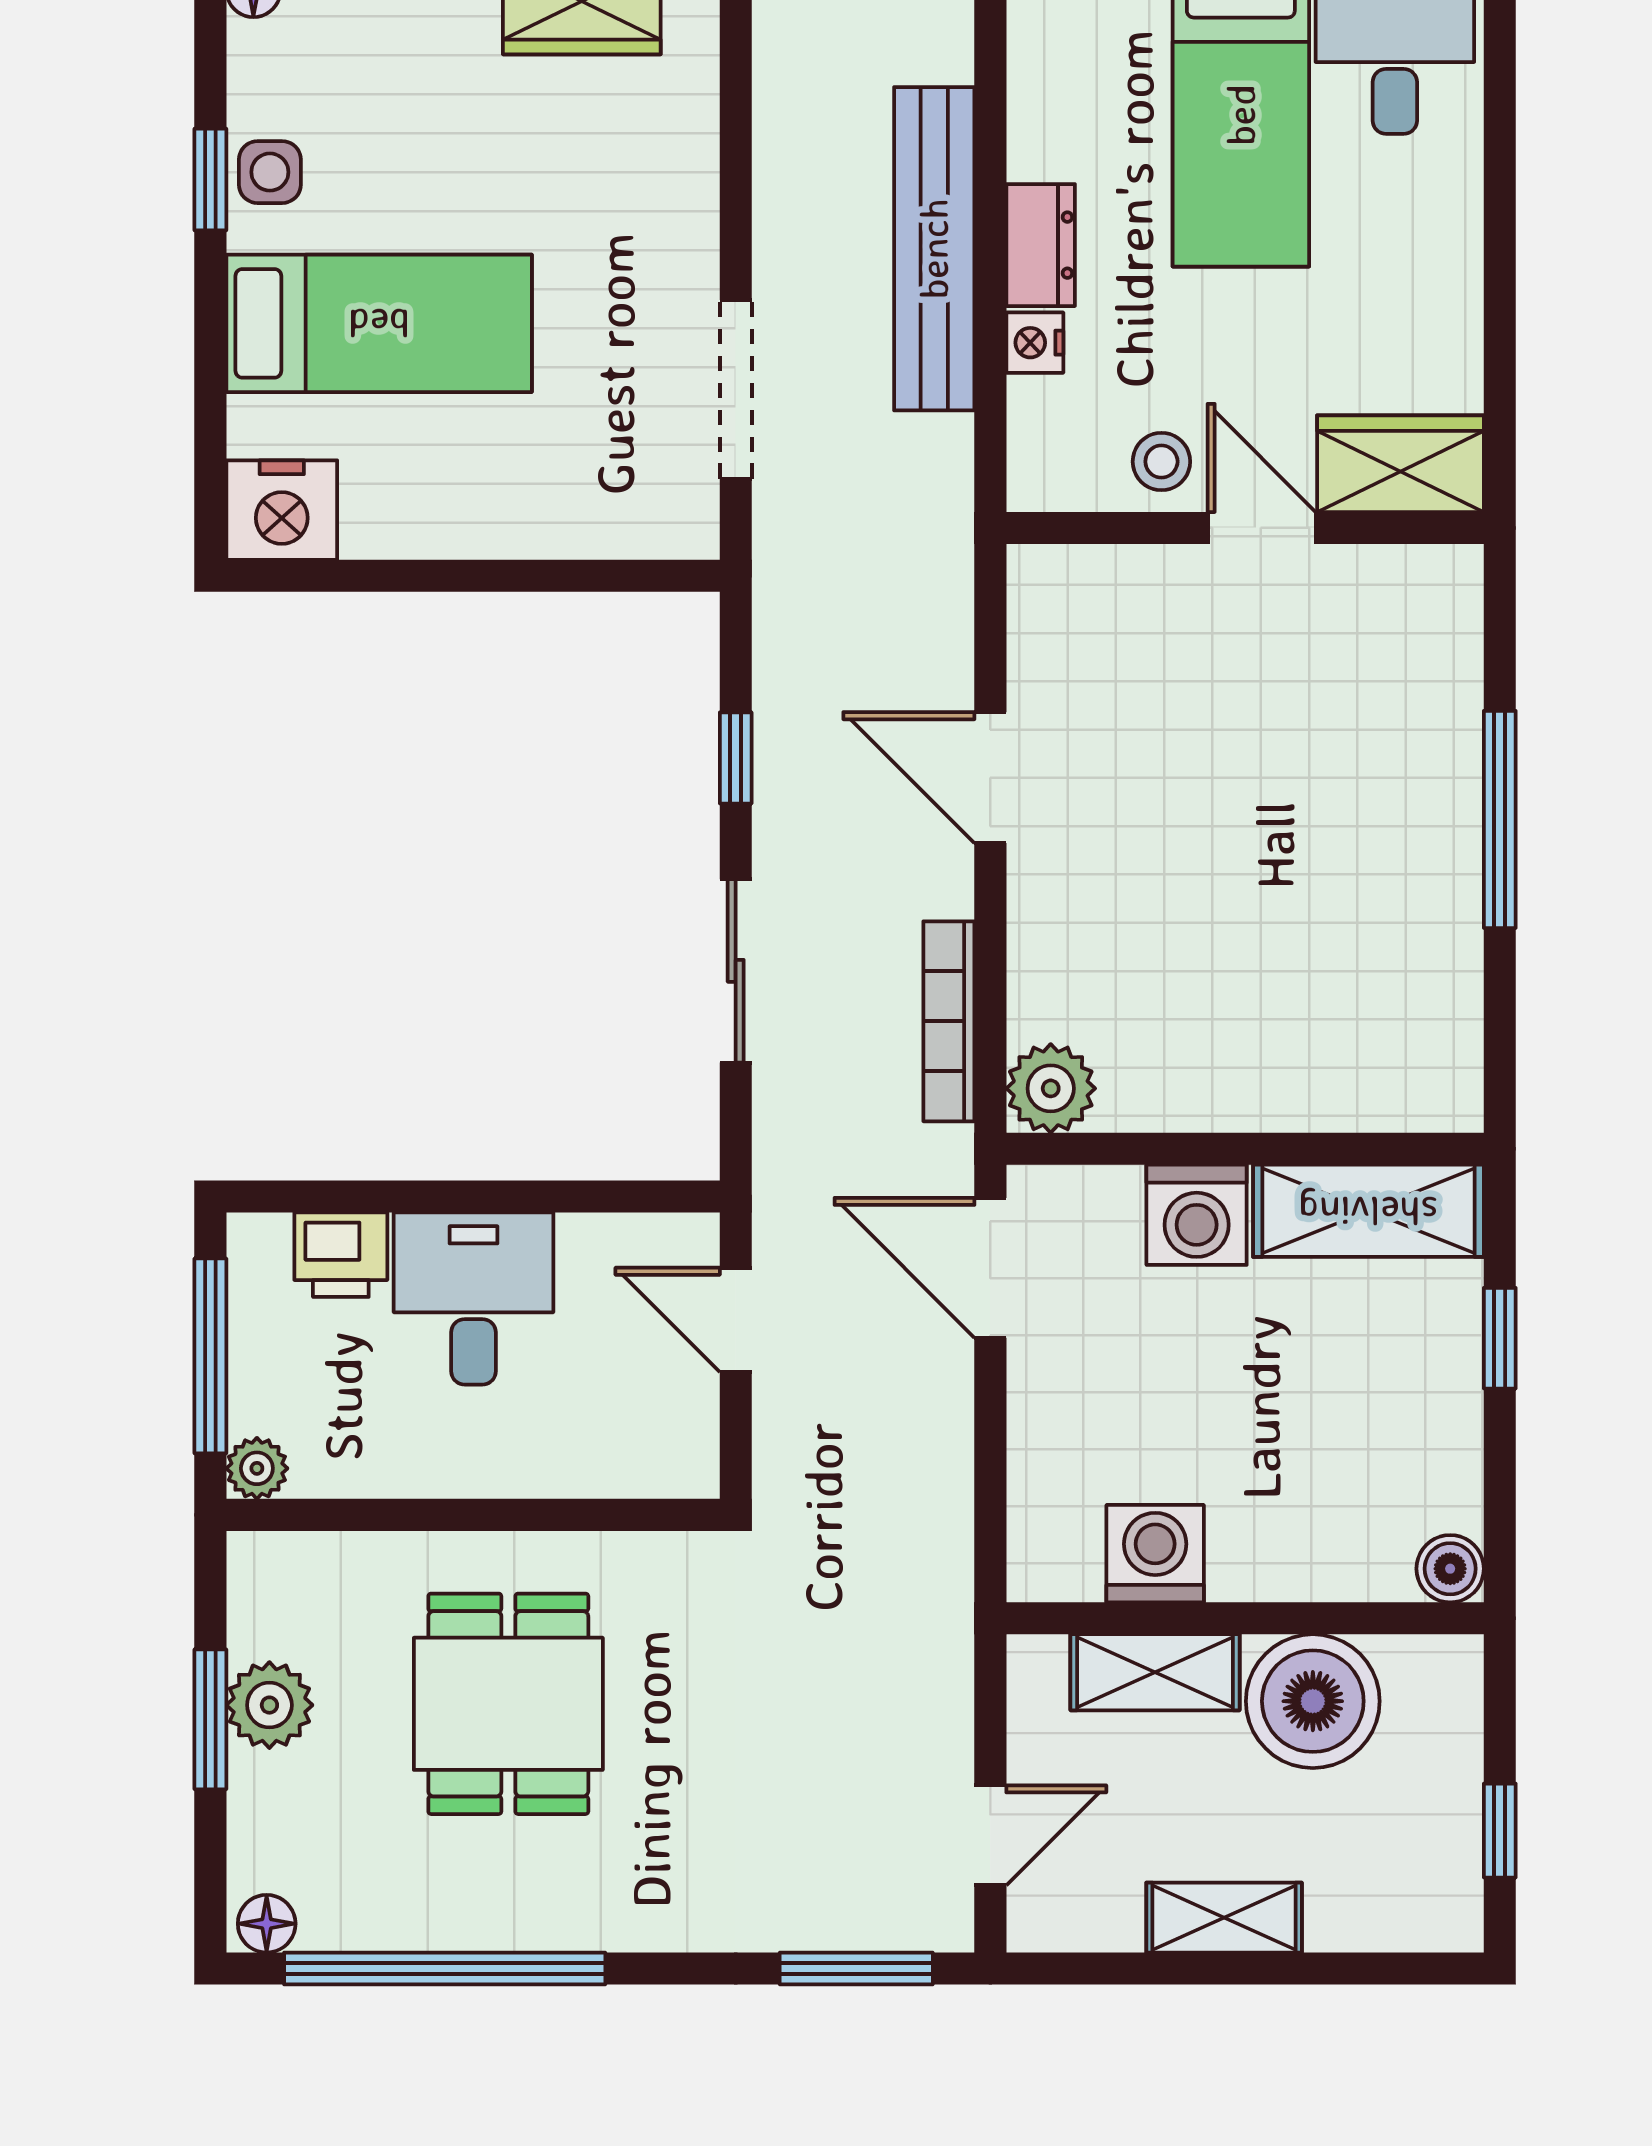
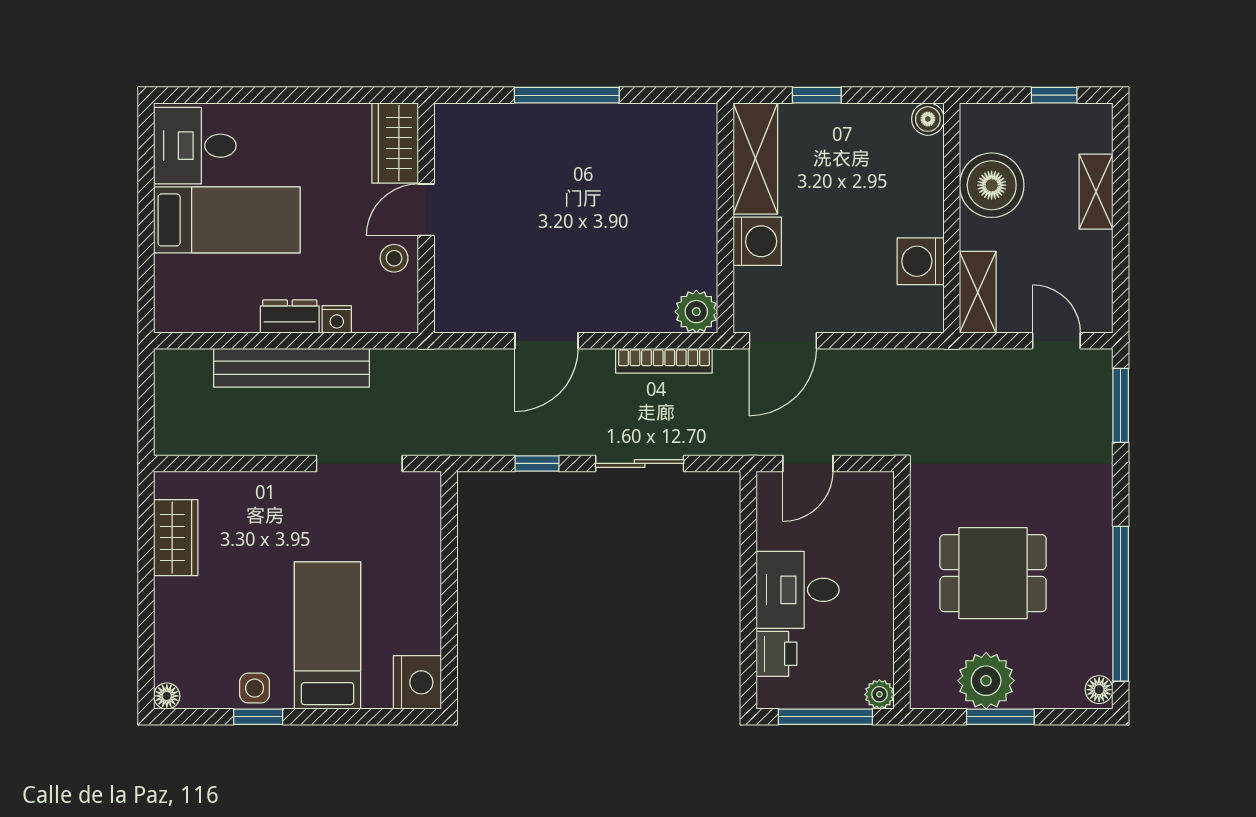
shelving: (1155, 1672) -> (978, 292), moved
plant: (269, 1705) -> (986, 681), width x1.36, depth x1.36
shelving: (1224, 1918) -> (1096, 192), moved

